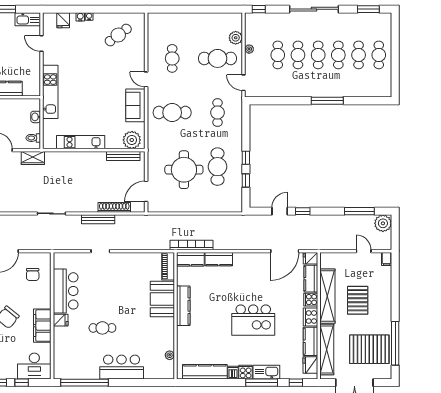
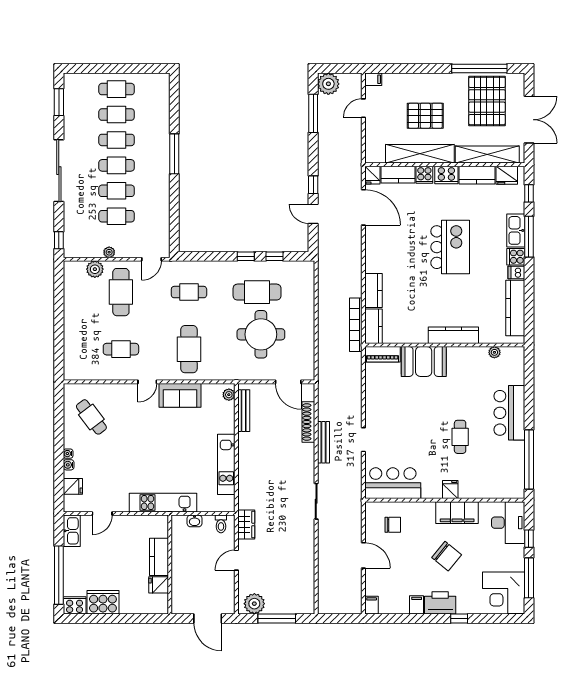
plant: (132, 140) -> (229, 395), width x0.53, depth x0.53
bar counter: (66, 291) -> (393, 483), moved
kitchen counter: (183, 306) -> (453, 335), moved

